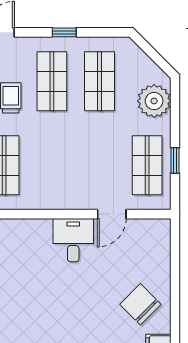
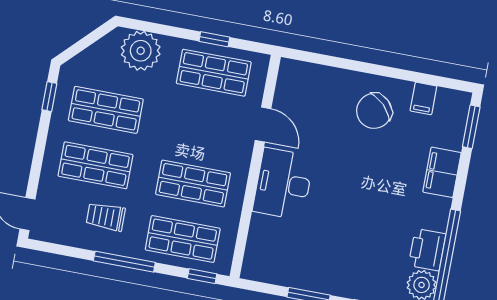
window: (64, 32) -> (49, 97), moved
shop shelf: (52, 165) -> (193, 184), added
desk: (73, 240) -> (283, 184), width x1.37

